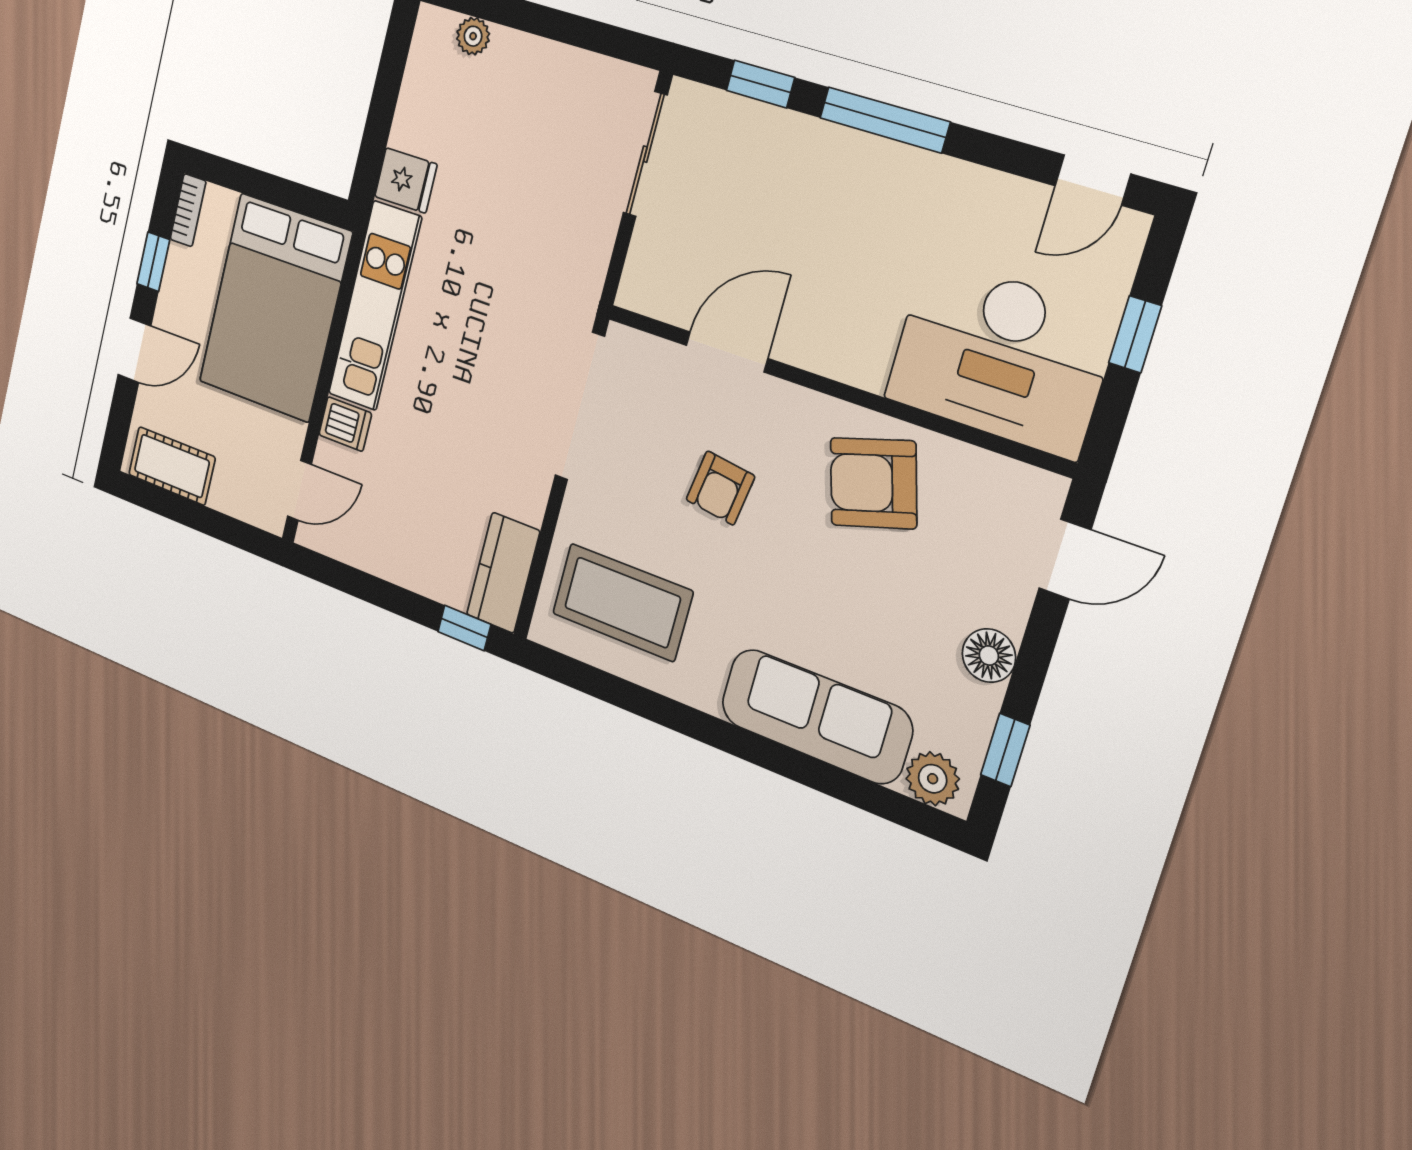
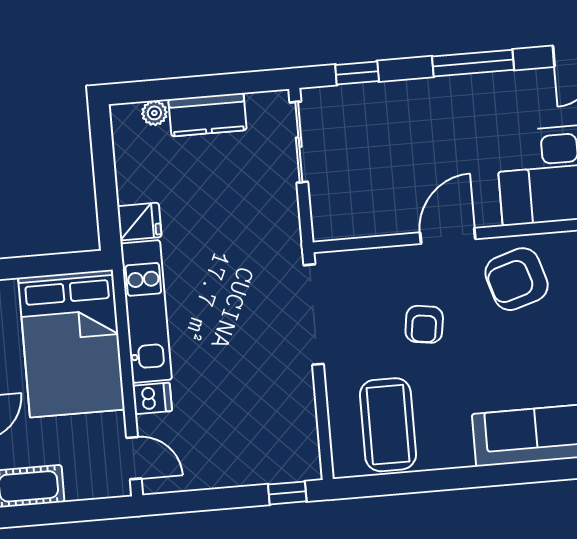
window: (885, 120) -> (473, 63), moved
door: (727, 352) -> (448, 236), moved
door: (299, 490) -> (134, 458), hinge flipped
kitchen counter: (503, 573) -> (208, 115), moved, turned -90
coffee table: (622, 602) -> (388, 425), turned 90

